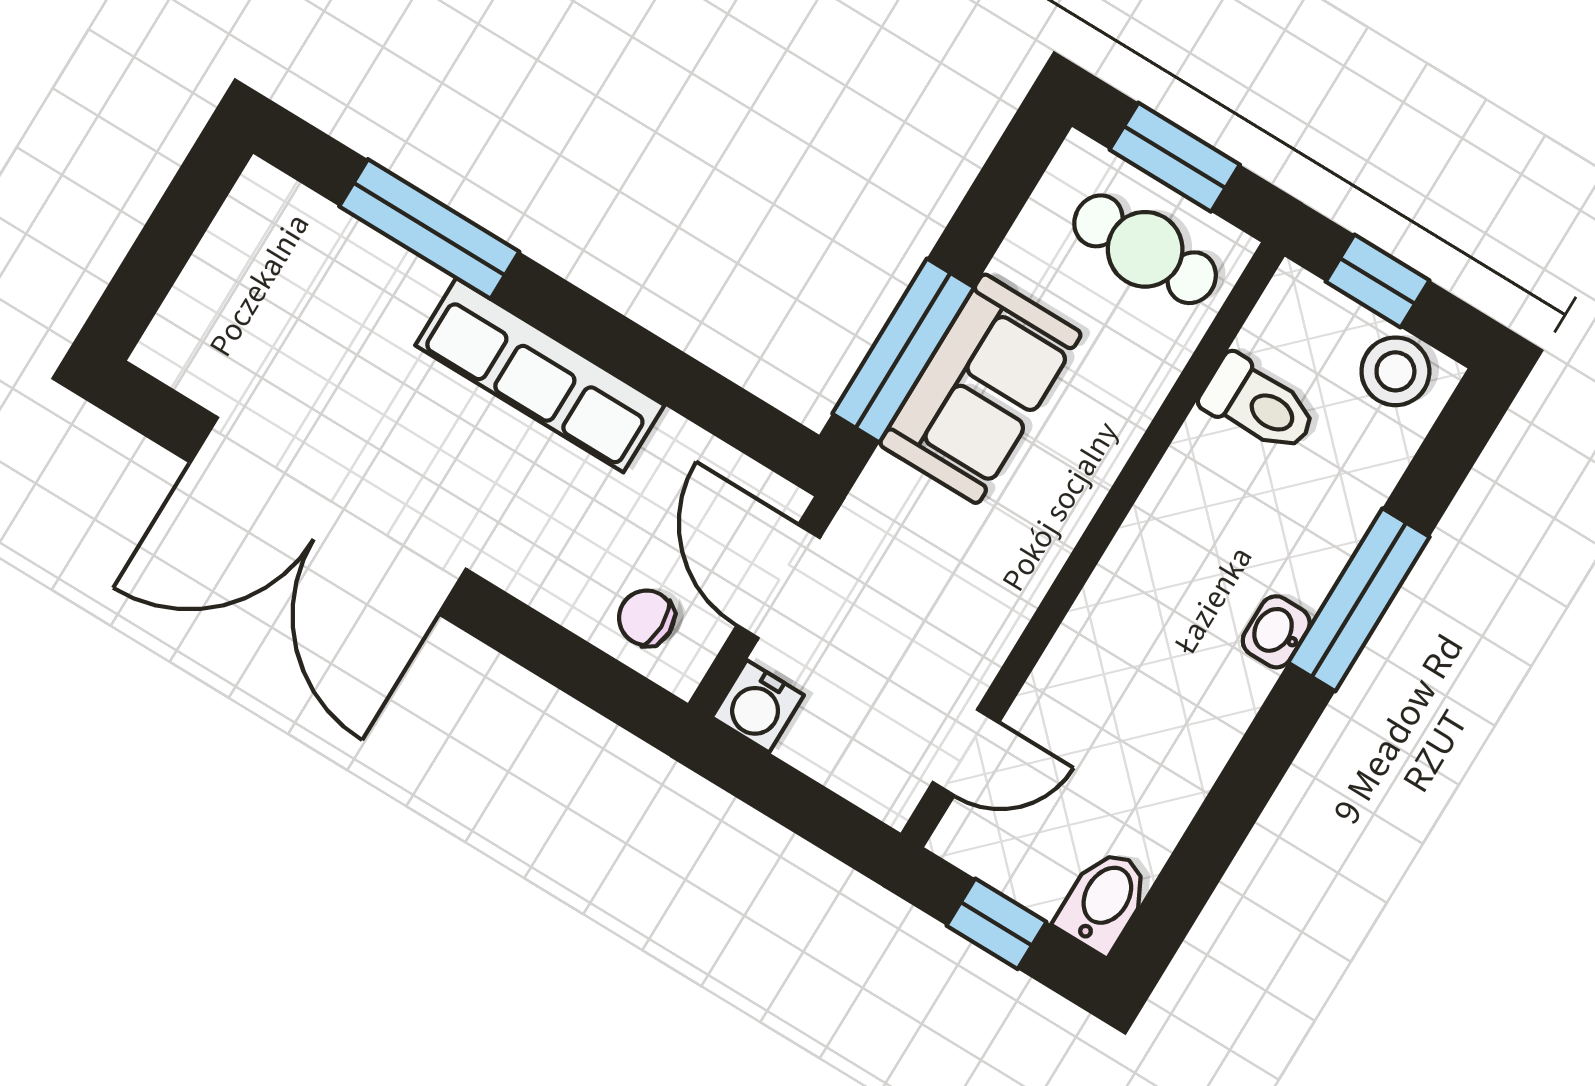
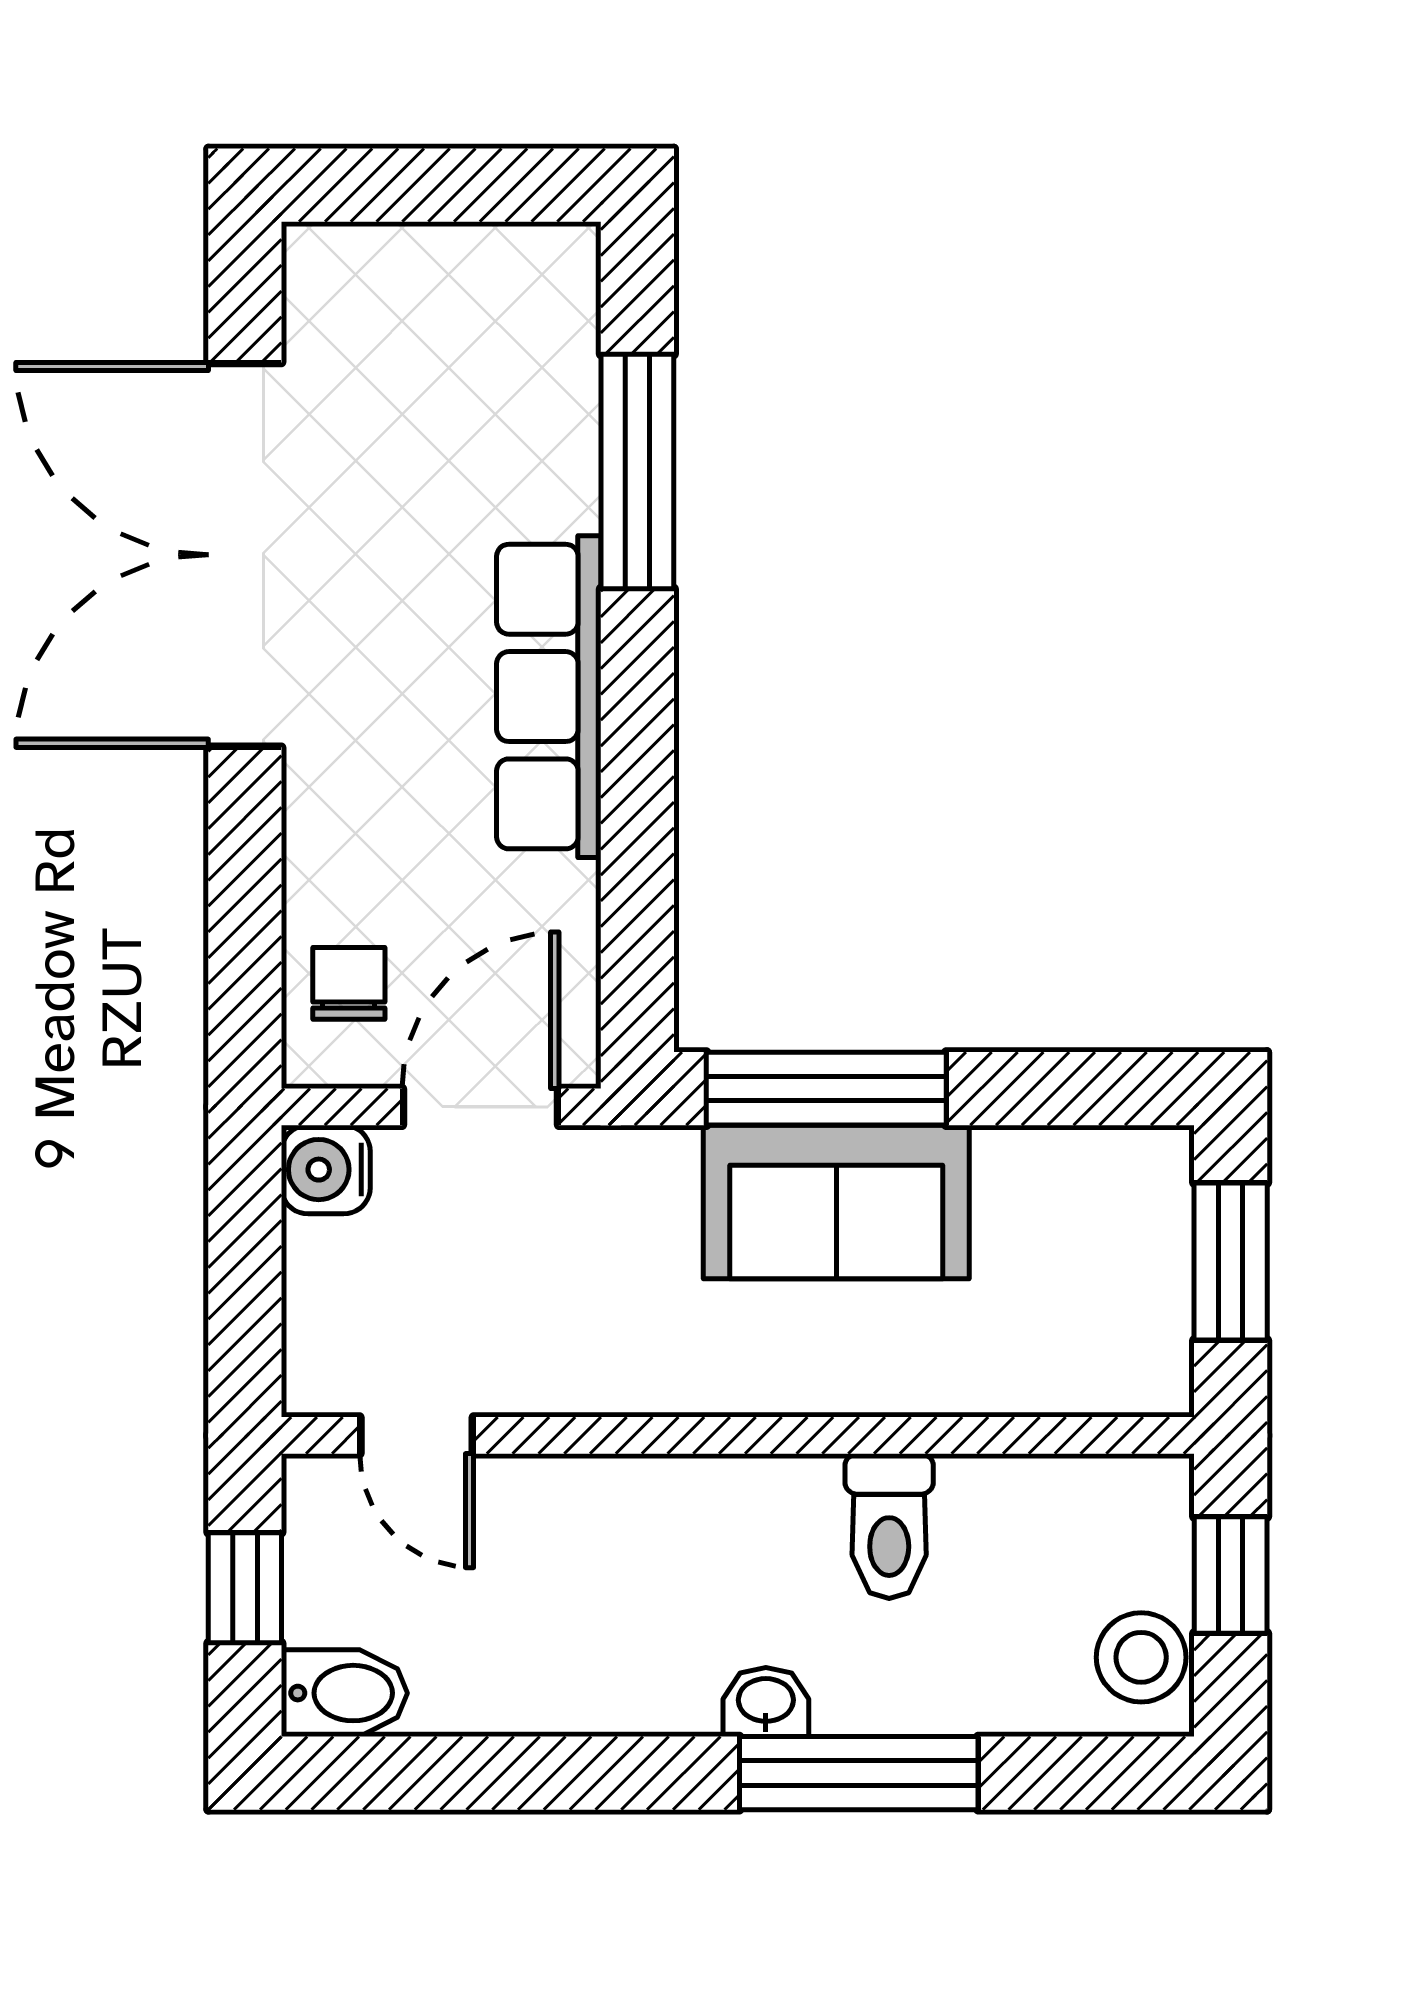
cafe table: (1145, 249) -> (1106, 1292), removed
toilet: (1259, 404) -> (889, 1526), moved

